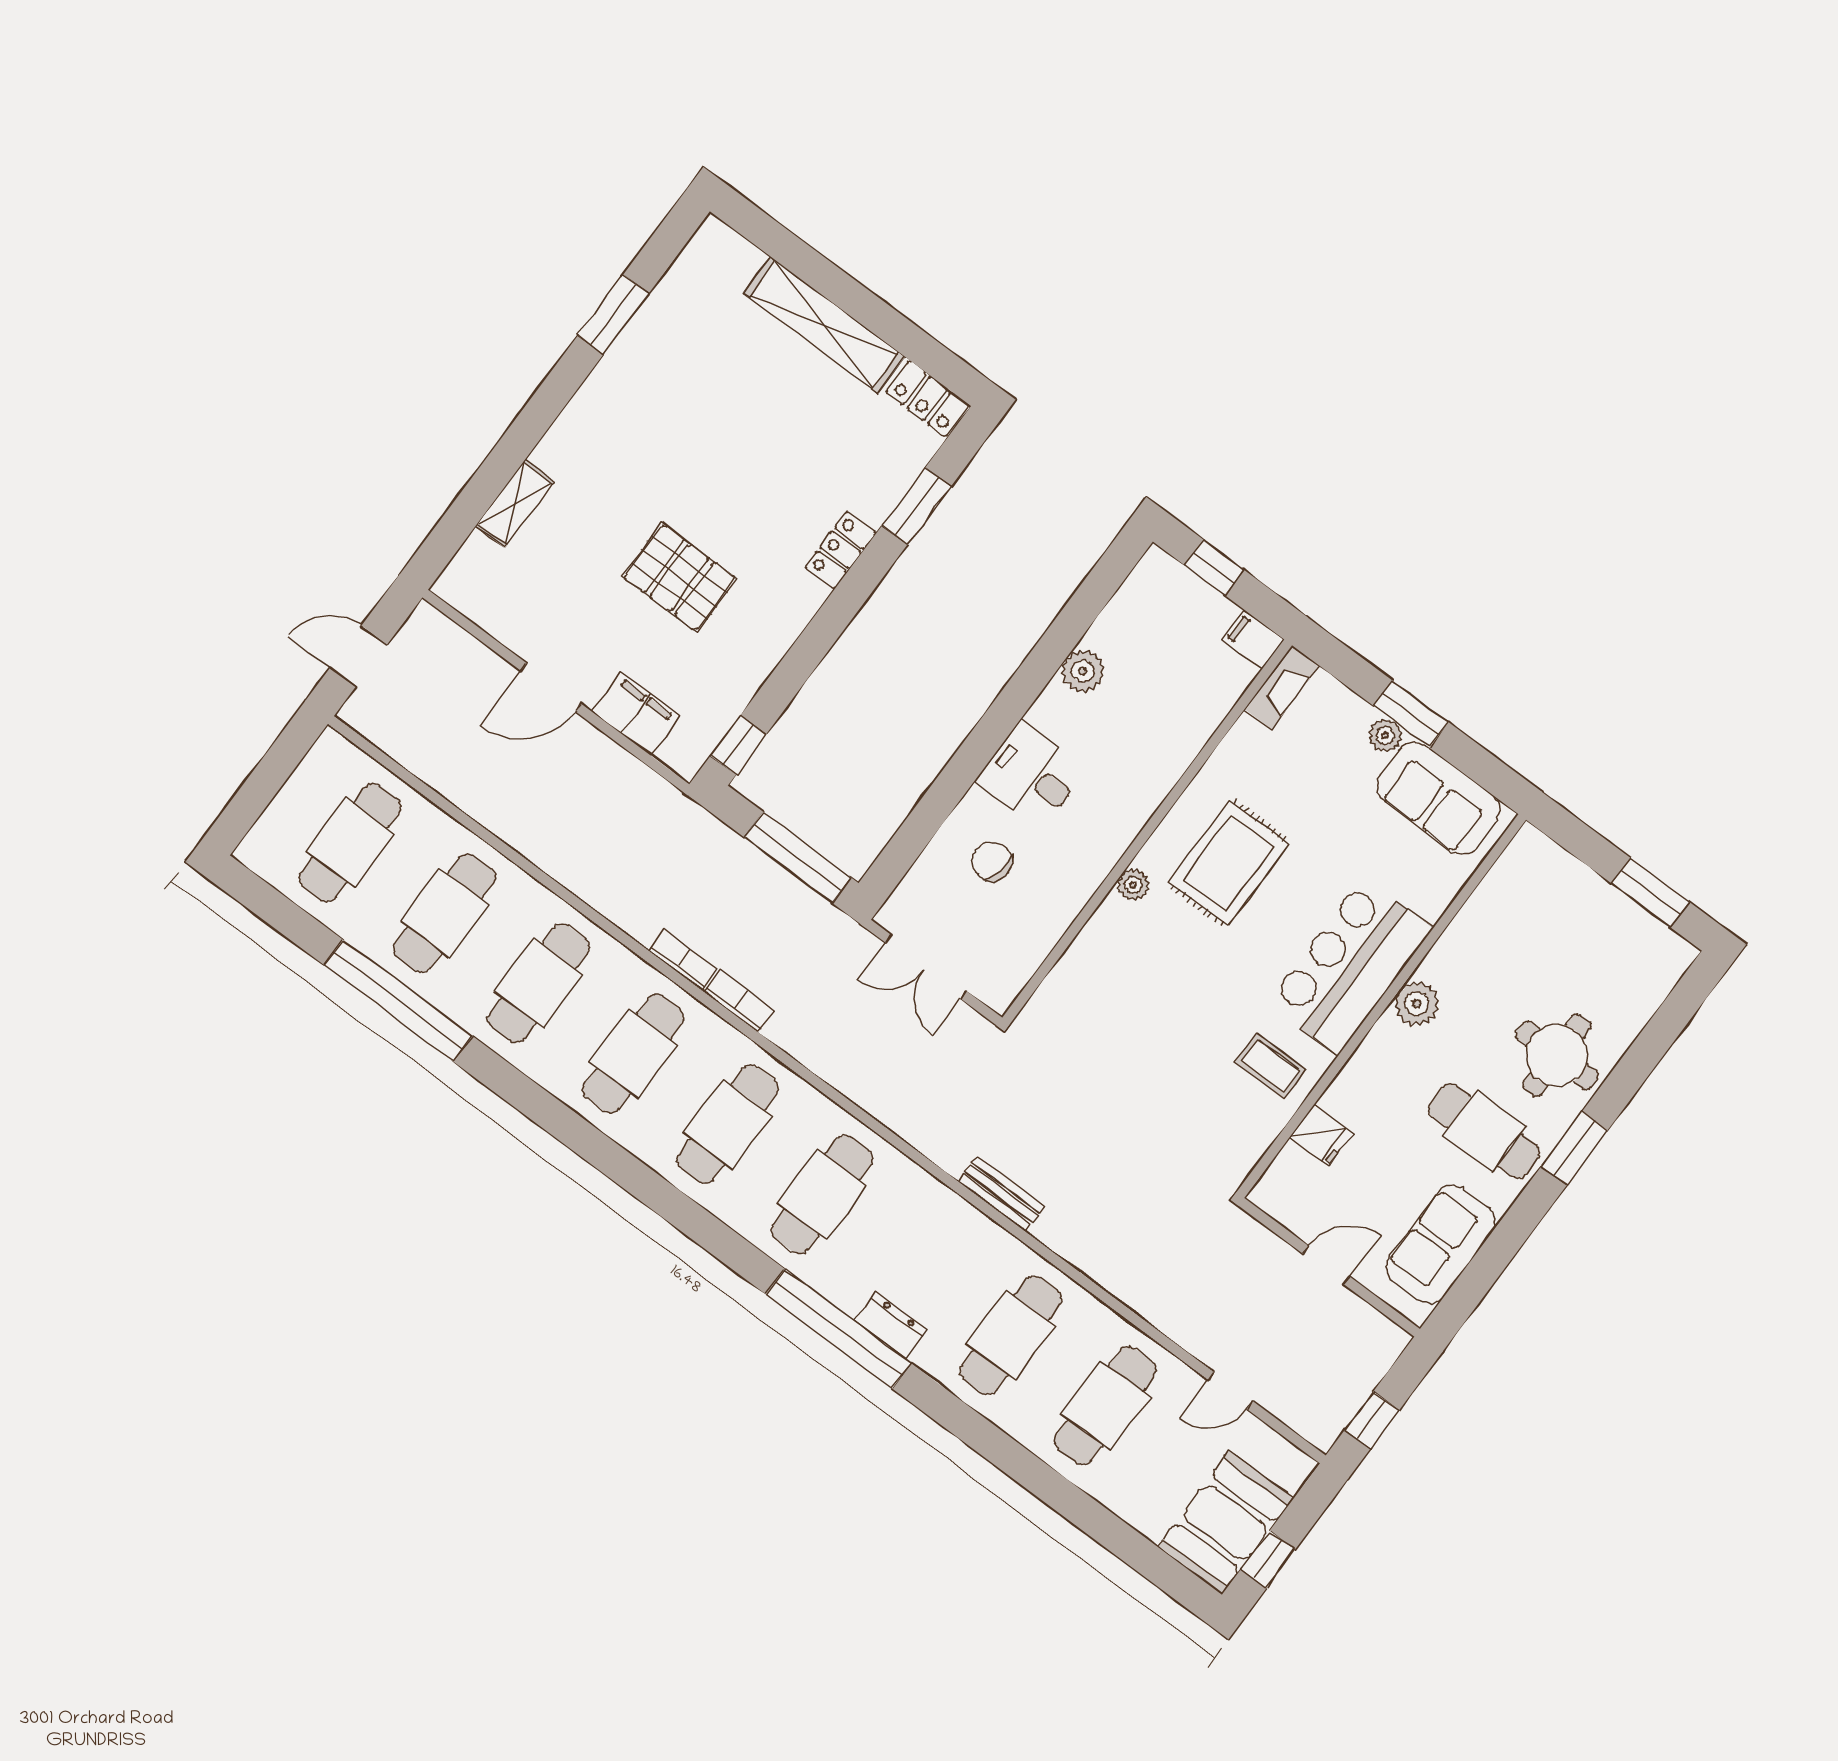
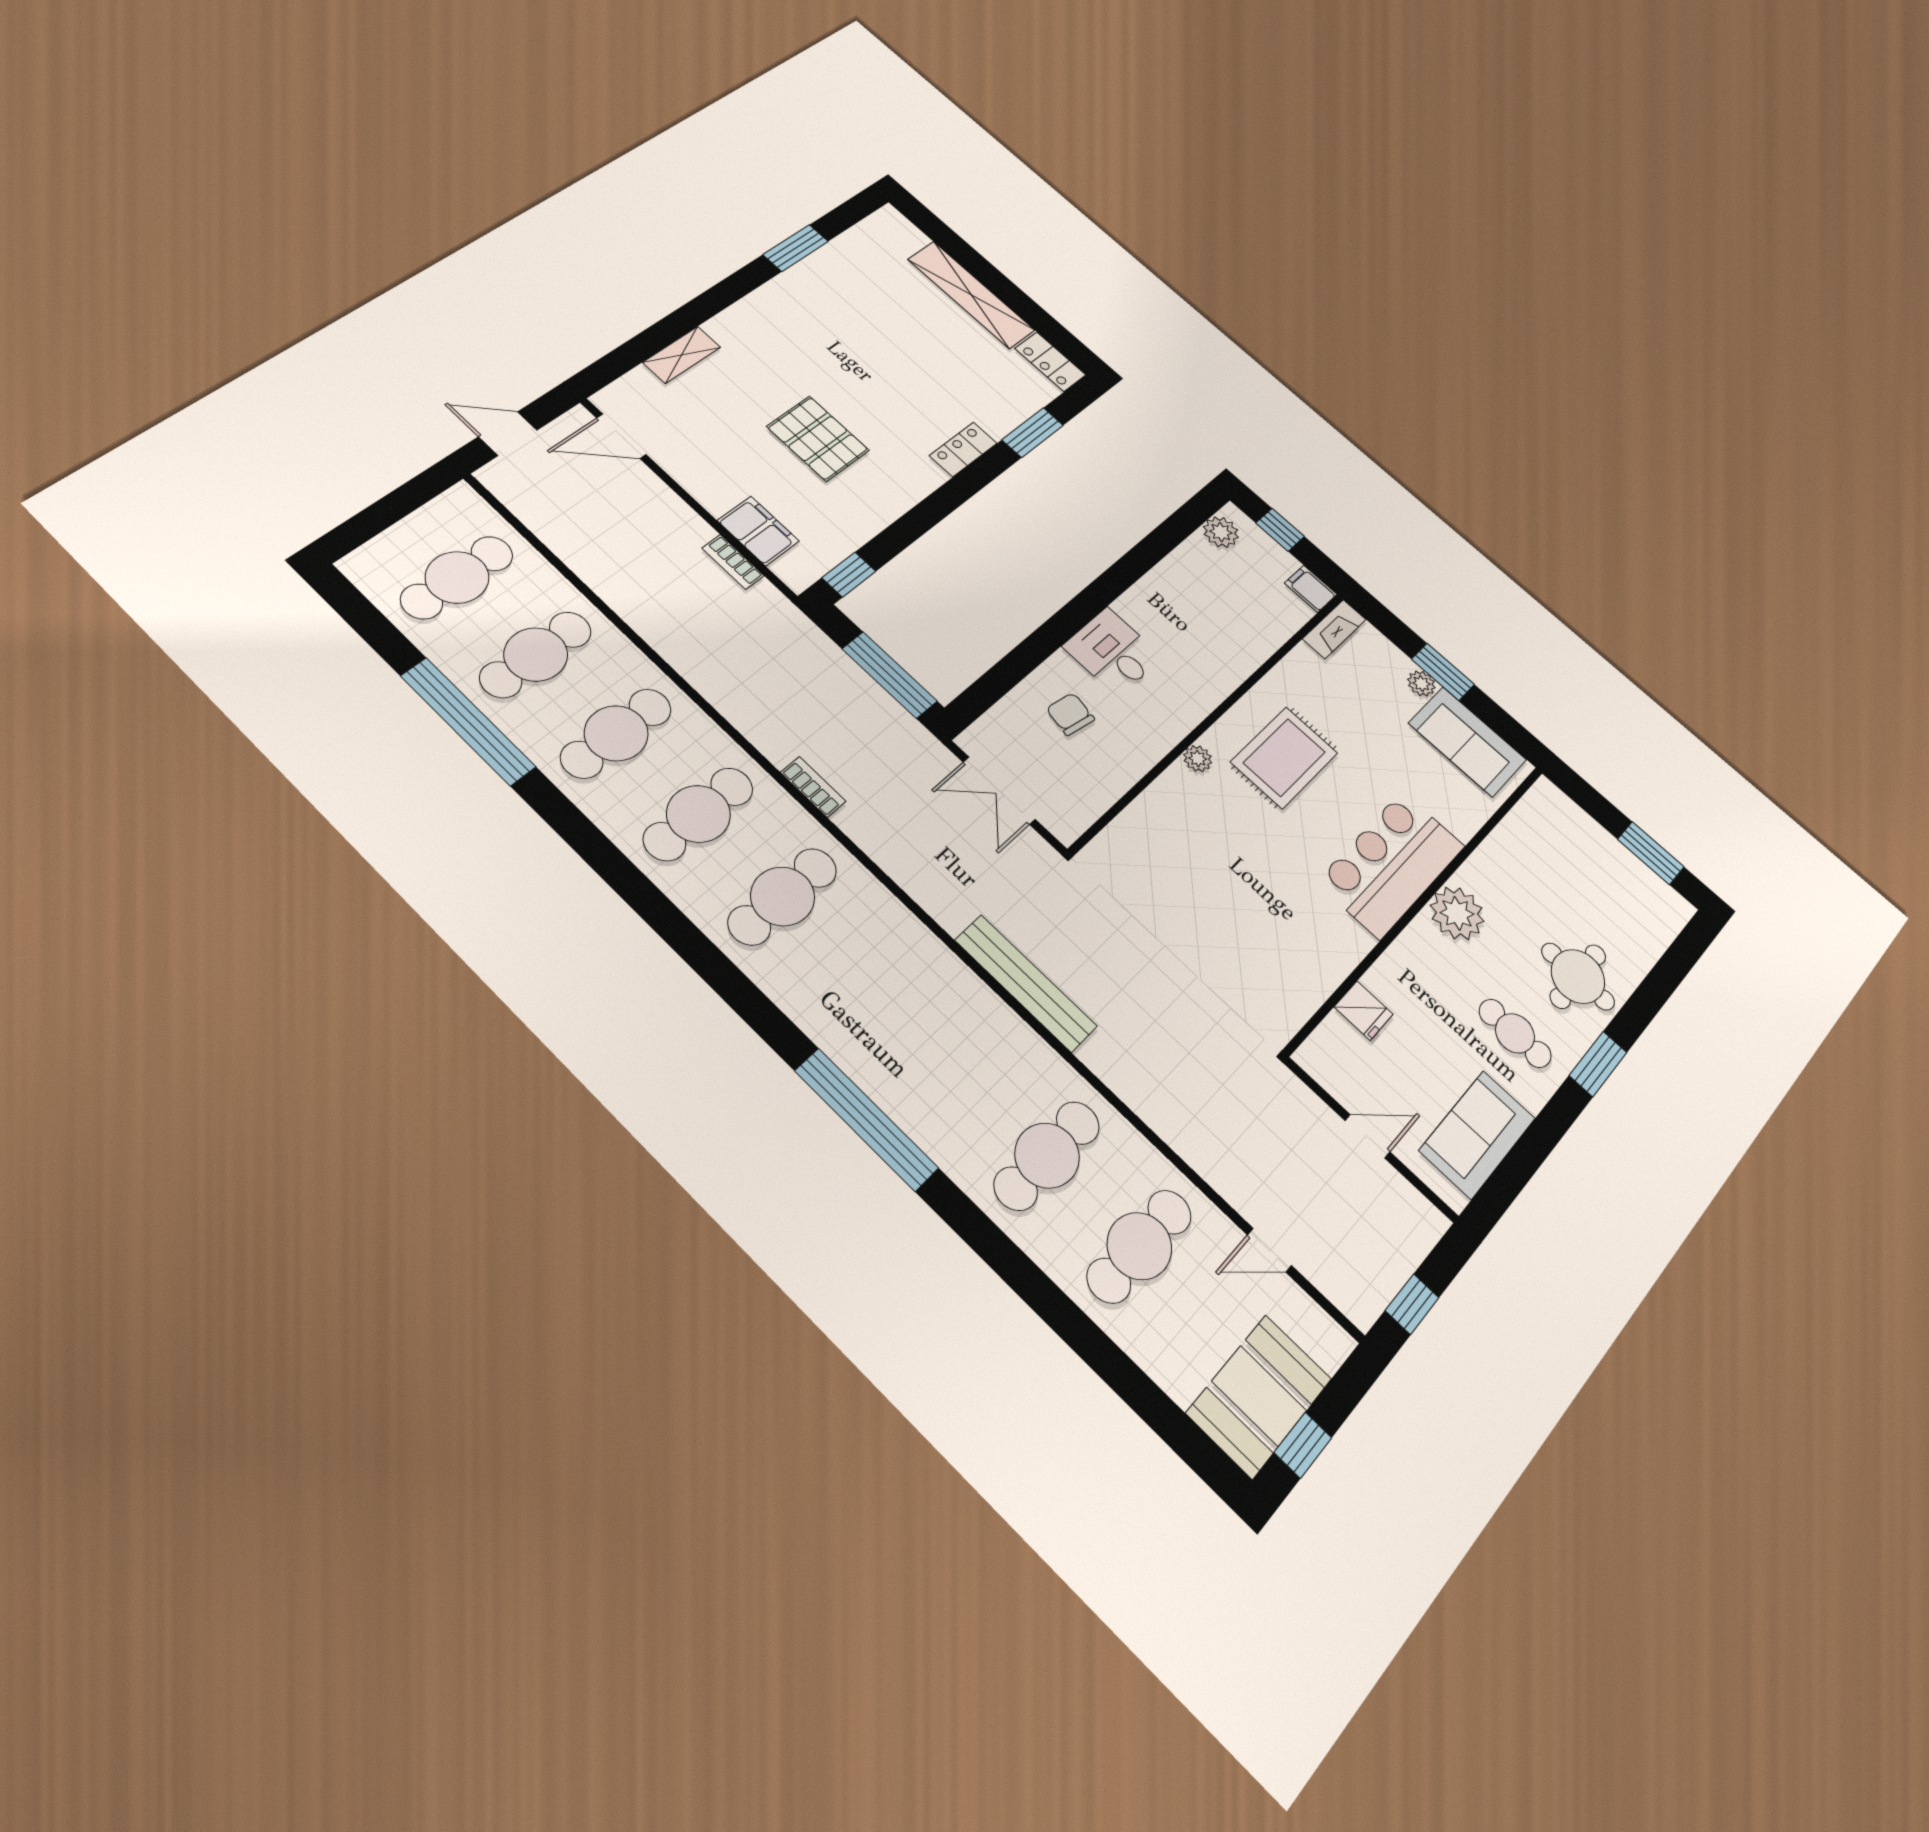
plant: (1083, 671) -> (1221, 532), moved
door: (551, 687) -> (621, 436), moved
bookcase: (683, 960) -> (733, 562), moved, turned 180
plant: (1417, 1004) -> (1457, 913), width x1.36, depth x1.36
coffee table: (1271, 1066) -> (1318, 938), removed
cafe table: (1484, 1131) -> (1515, 1033), width x0.73, depth x0.74
cafe table: (822, 1194) -> (869, 981), removed
bench: (1001, 1194) -> (1026, 983), width x1.86, depth x1.21
dresser: (891, 1325) -> (922, 1125), removed

